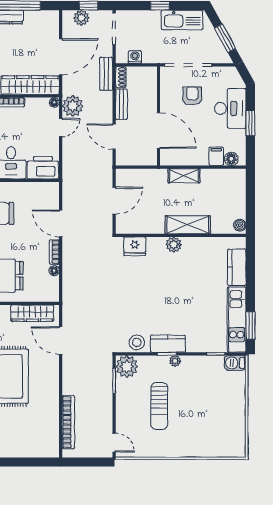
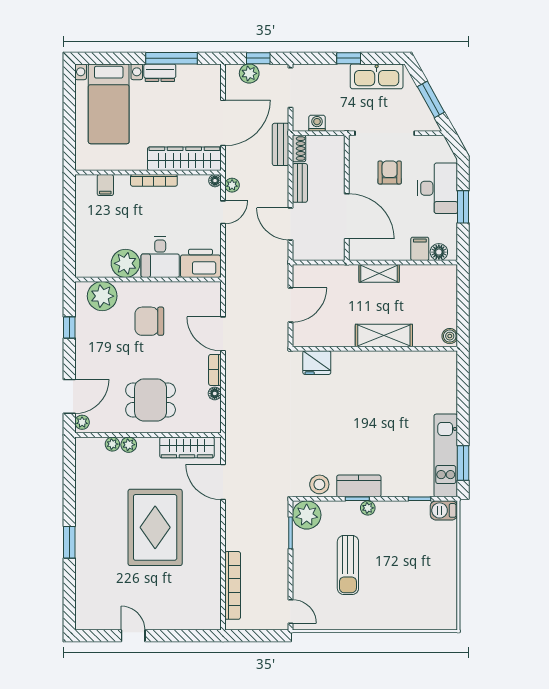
plant: (73, 106) -> (232, 185), width x0.53, depth x0.53
plant: (174, 245) -> (366, 361), removed
kitchen counter: (237, 267) -> (446, 389), removed

